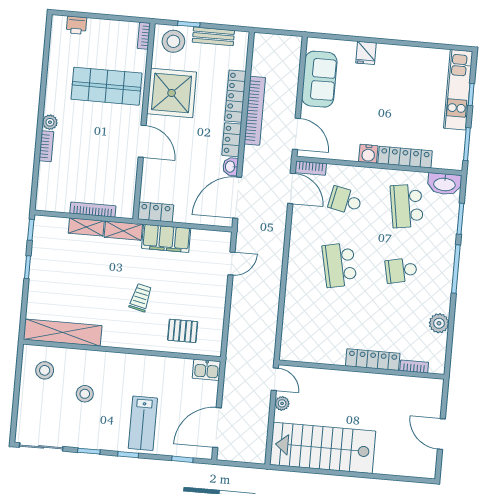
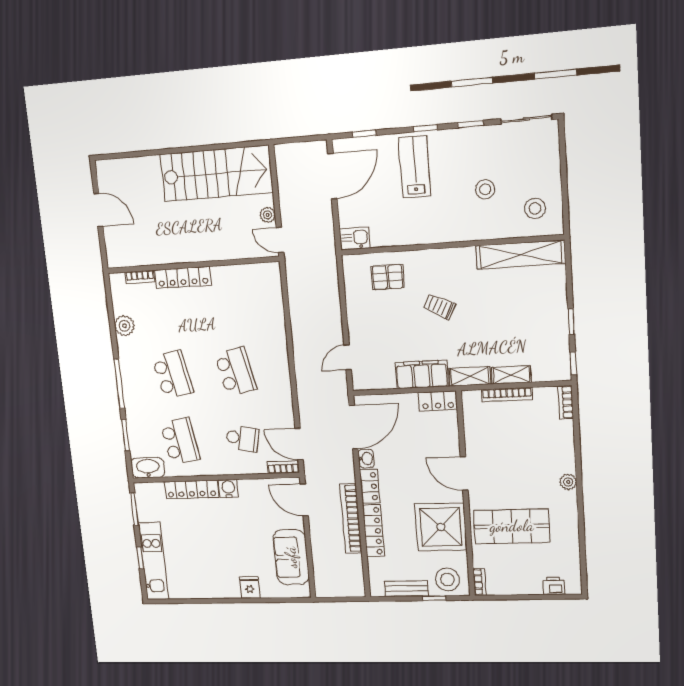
bookcase: (46, 146) -> (566, 402), moved
school desk: (401, 270) -> (173, 375), width x1.85
trolley: (141, 298) -> (439, 306), turned 104

